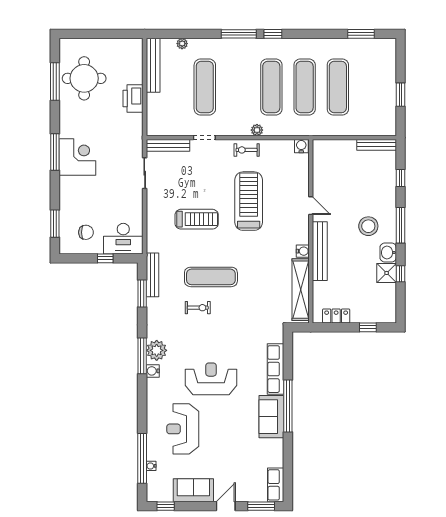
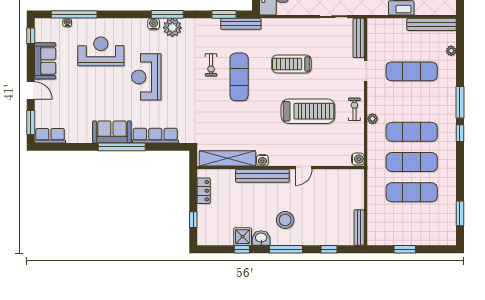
treadmill: (197, 219) -> (292, 64), turned 90
reception desk: (211, 379) -> (146, 77), turned 180

